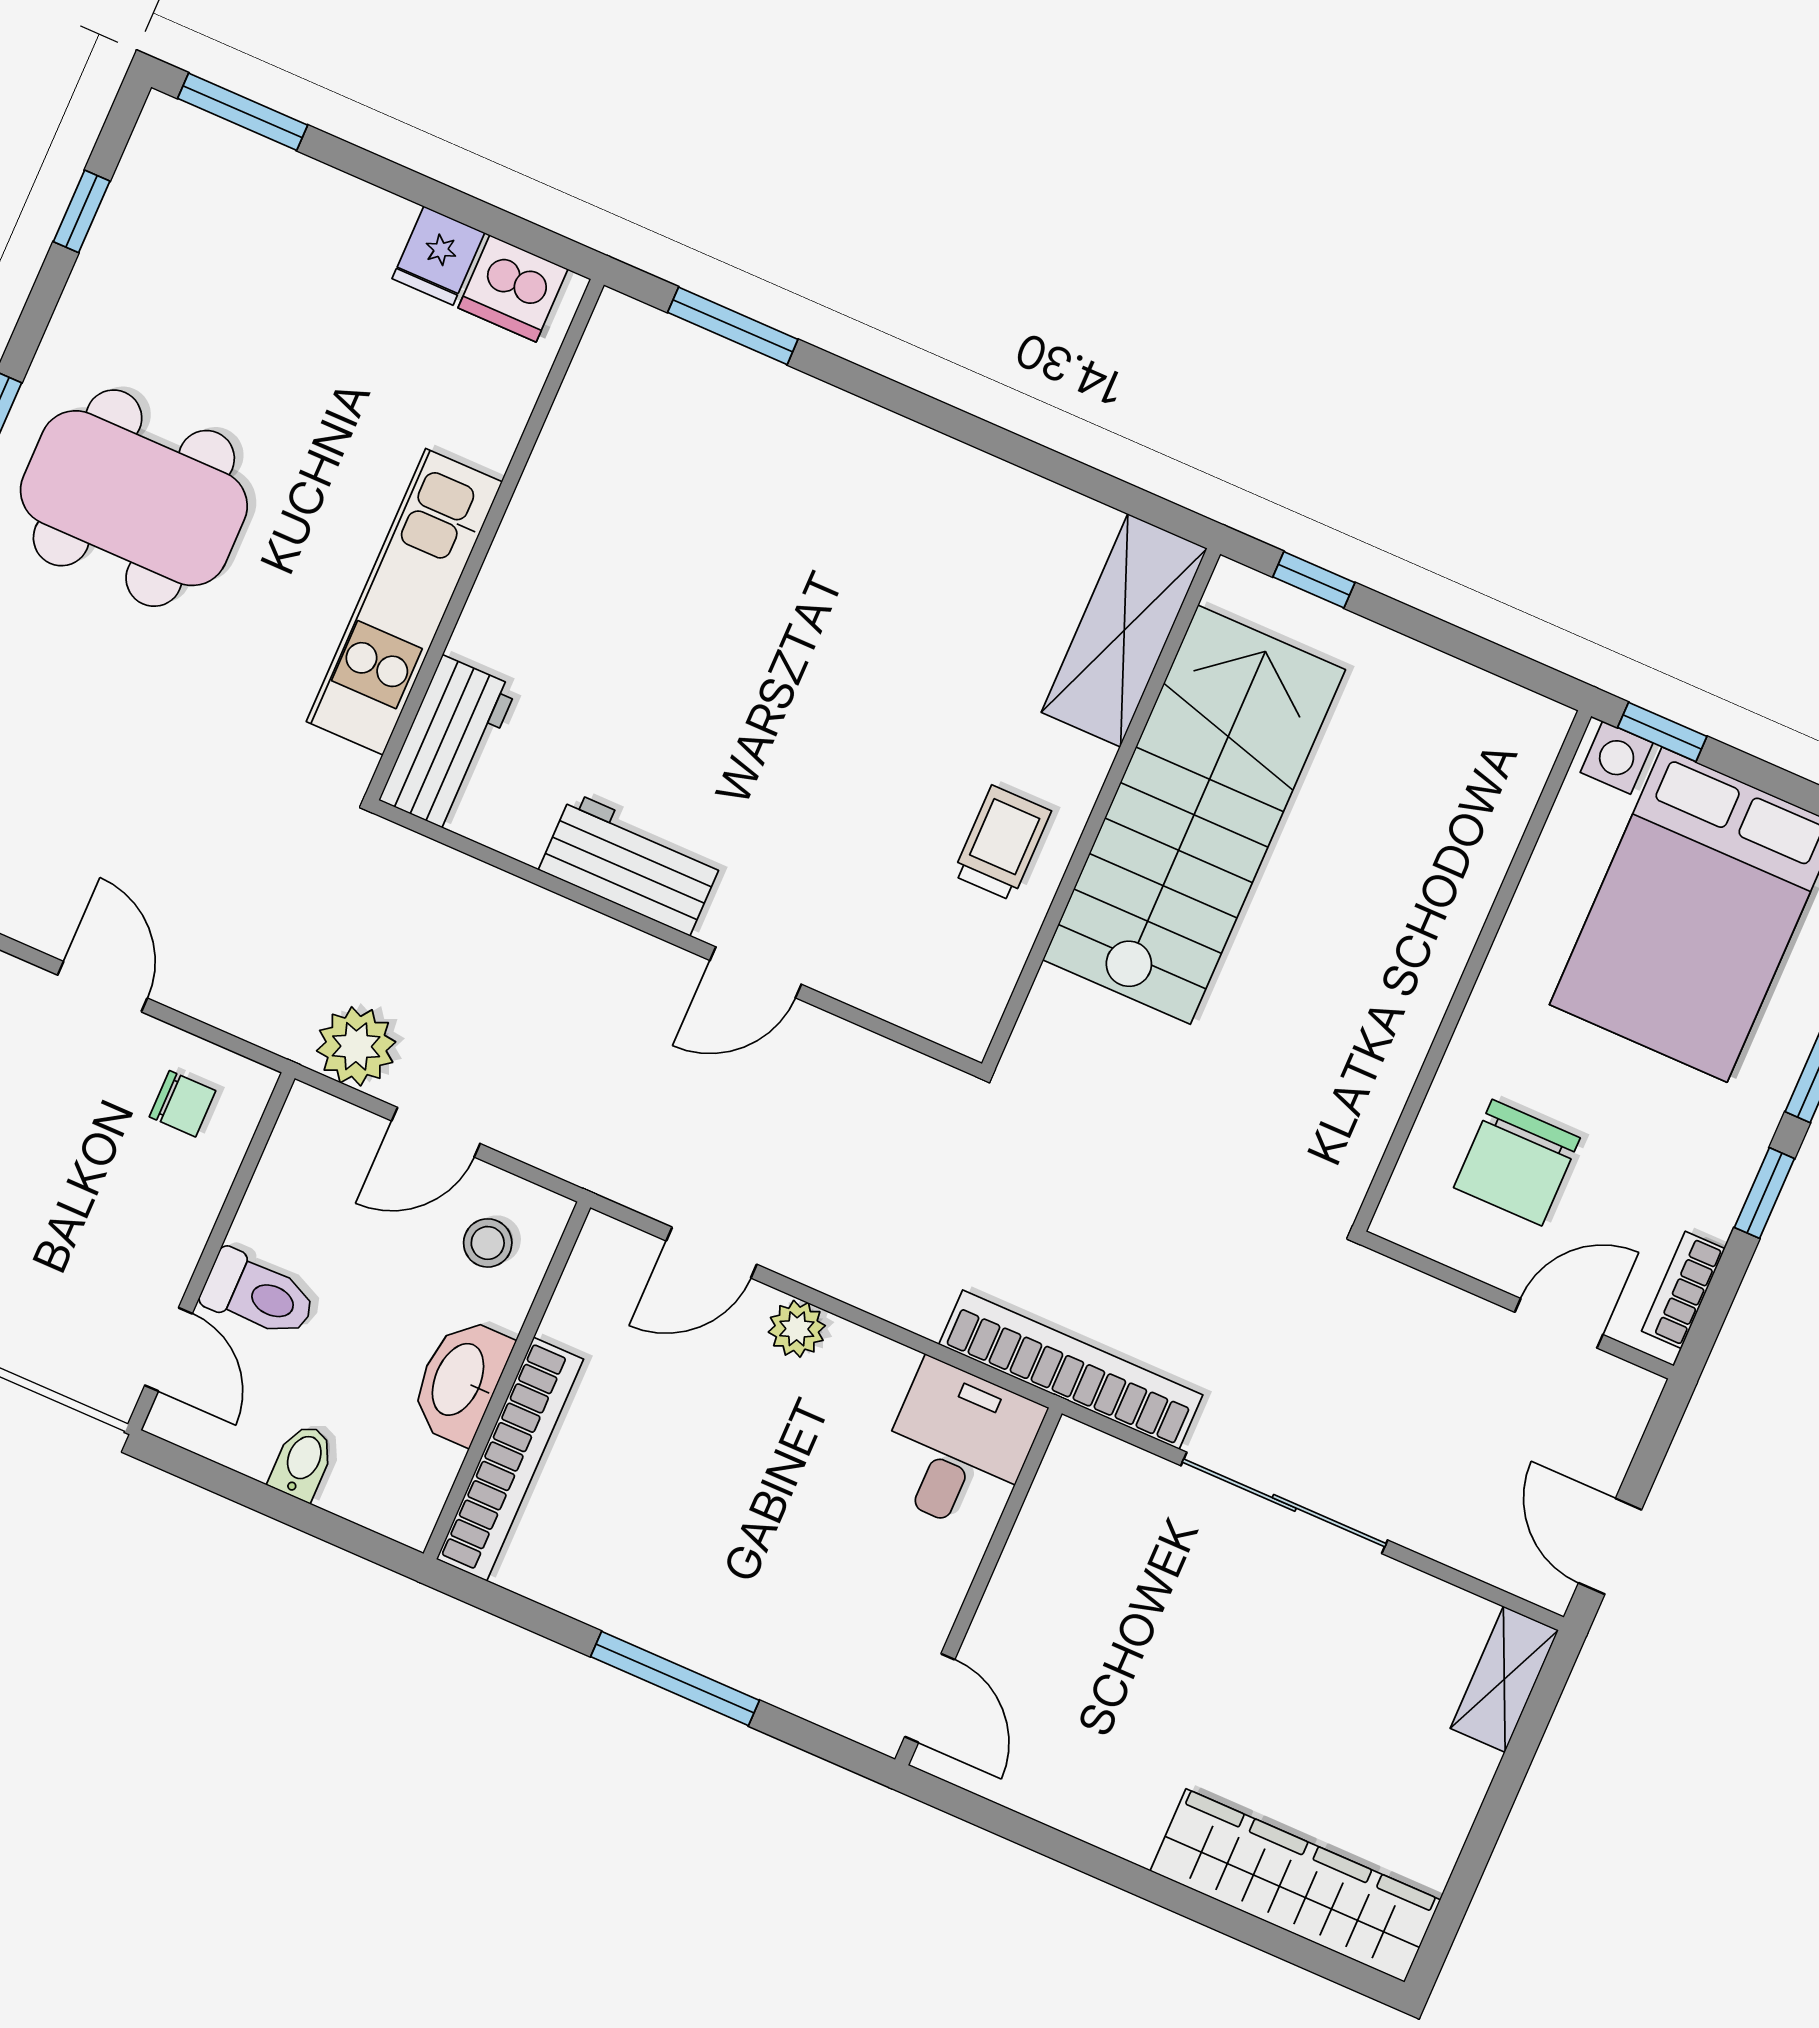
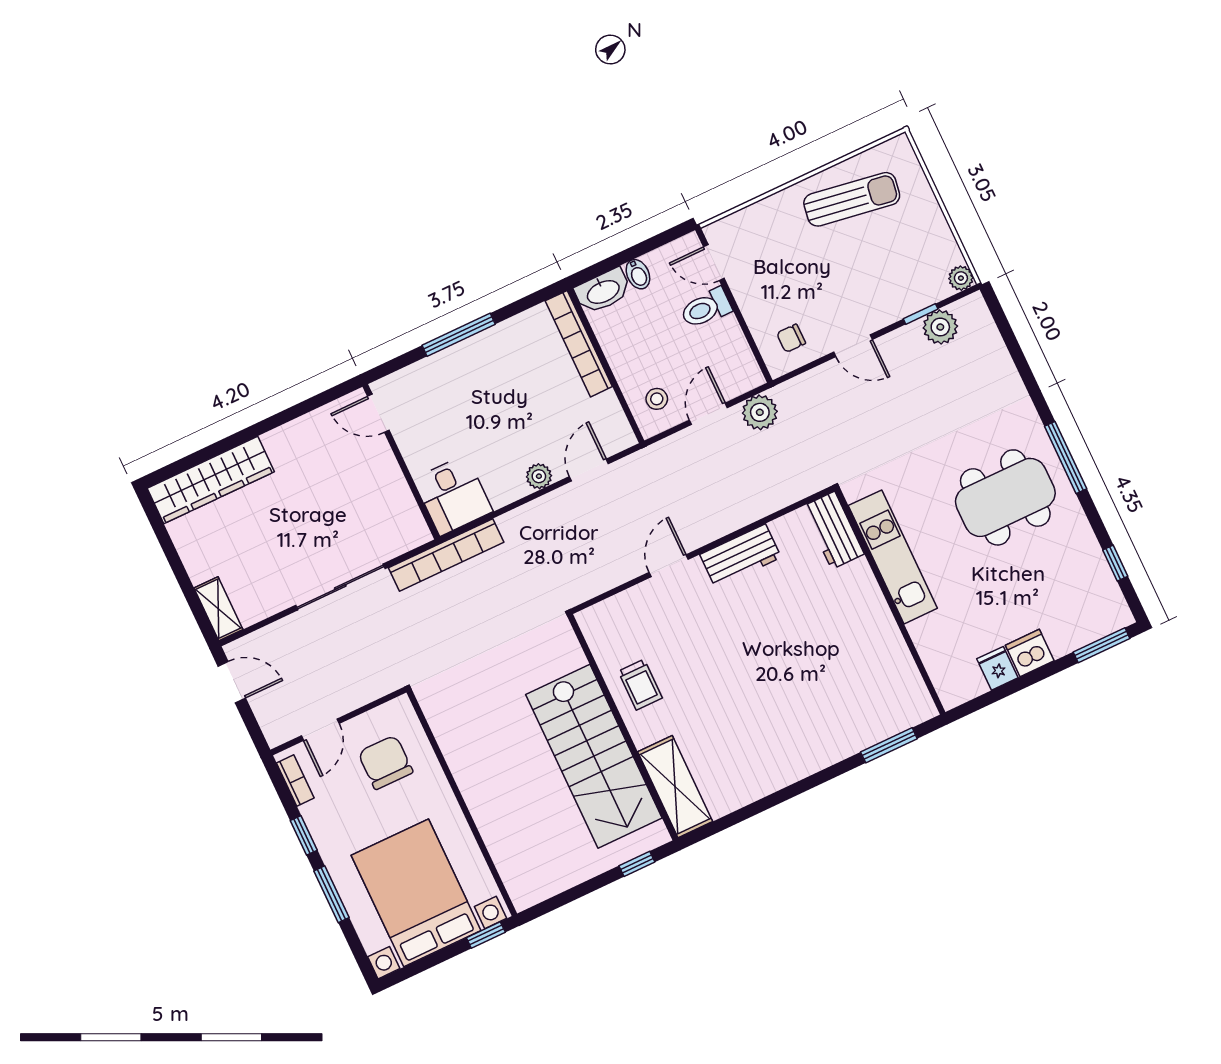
dishwasher: (513, 288) -> (1030, 653), moved
washbasin: (460, 1380) -> (603, 291), moved, turned 90

